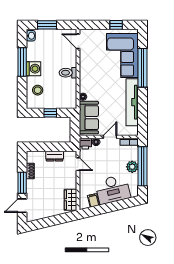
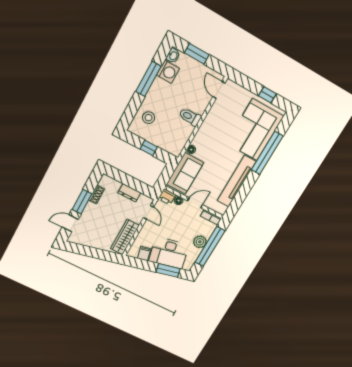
washing machine: (34, 69) -> (168, 72), moved
wardrobe: (71, 200) -> (125, 237), width x1.50
window: (121, 205) -> (168, 270), added

